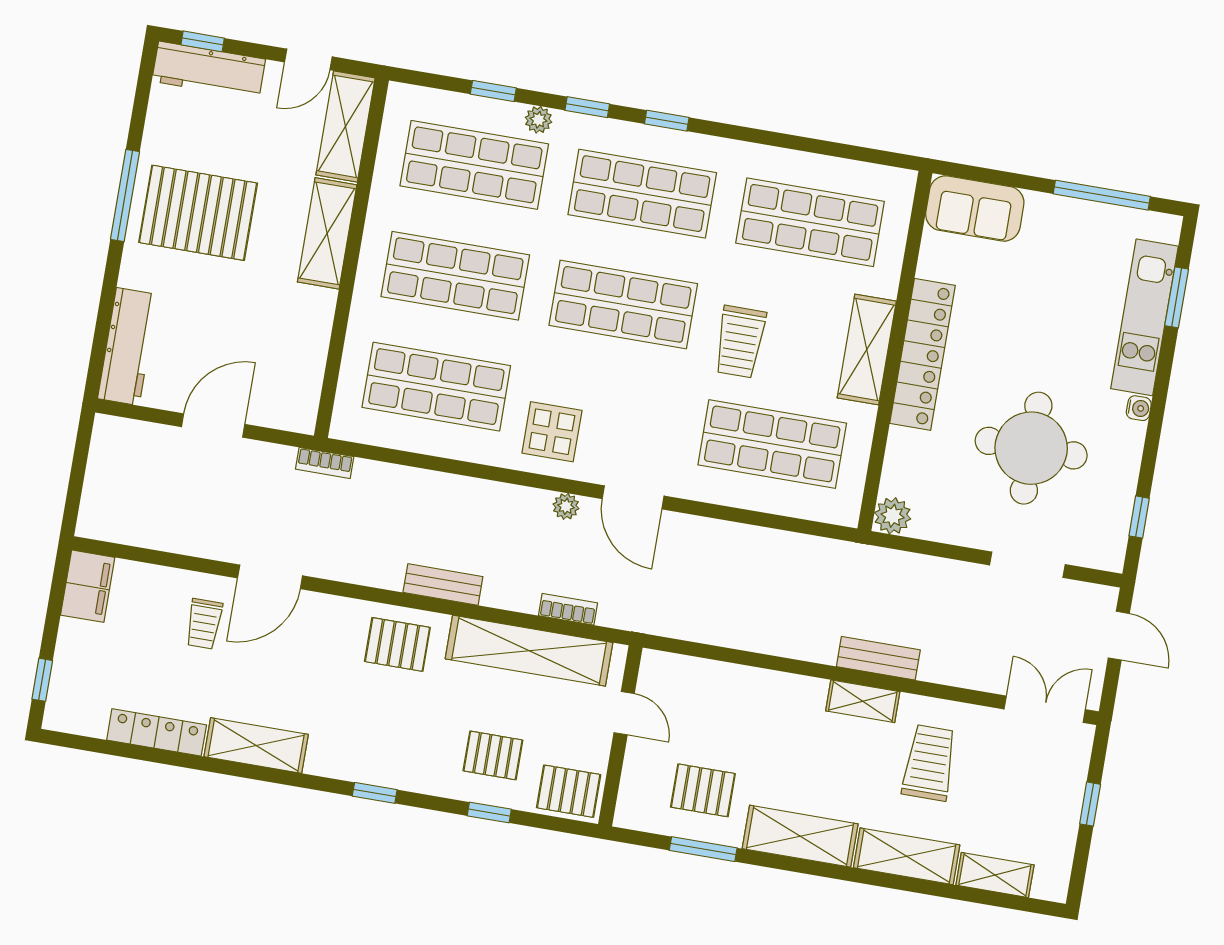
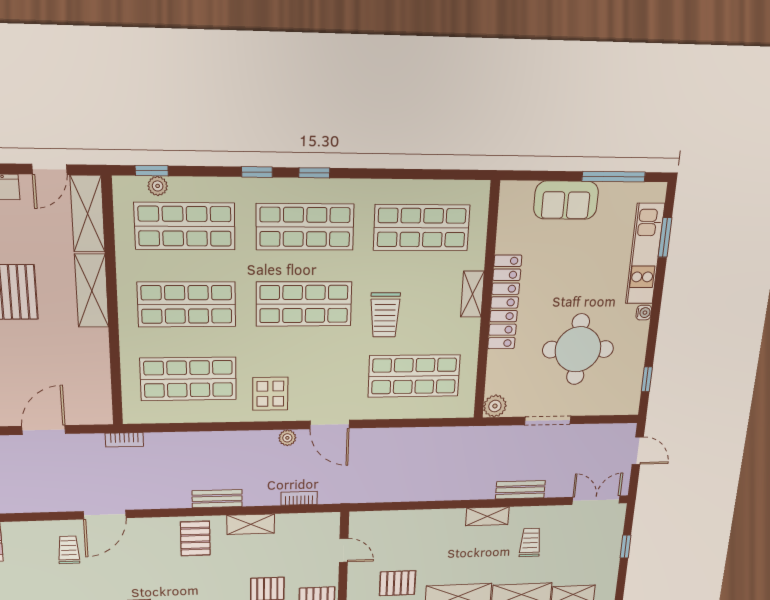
window: (493, 91) -> (152, 171), moved
plant: (538, 120) -> (158, 186), moved
sofa: (975, 208) -> (566, 200), moved
shelving: (867, 350) -> (472, 294), width x0.67, depth x0.75
doorway: (1027, 565) -> (548, 420), moved
trolley: (204, 624) -> (69, 550), turned 180
pallet: (397, 644) -> (195, 539), turned 90
shelving: (529, 651) -> (251, 524), width x0.45, depth x0.75
bench: (878, 658) -> (520, 490), moved
trolley: (929, 763) -> (530, 542), width x0.73, depth x0.72

